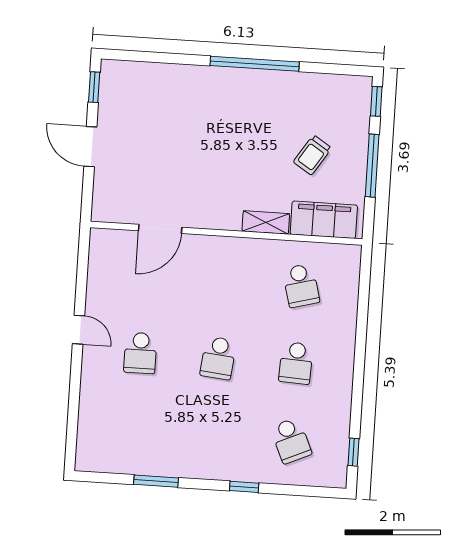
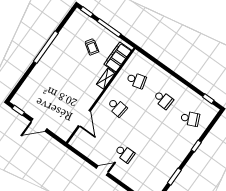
school desk: (218, 358) -> (117, 107), moved

